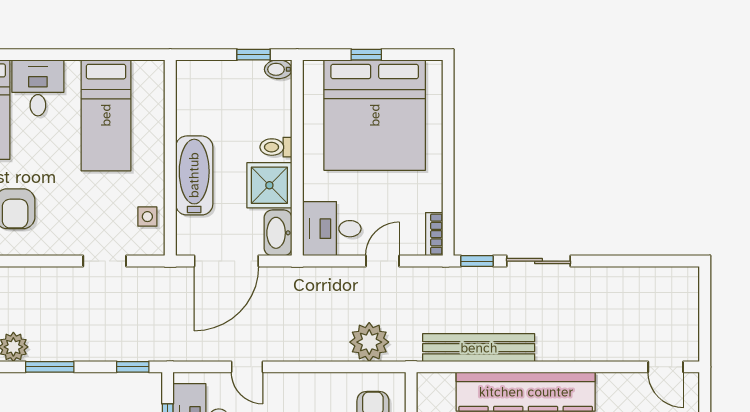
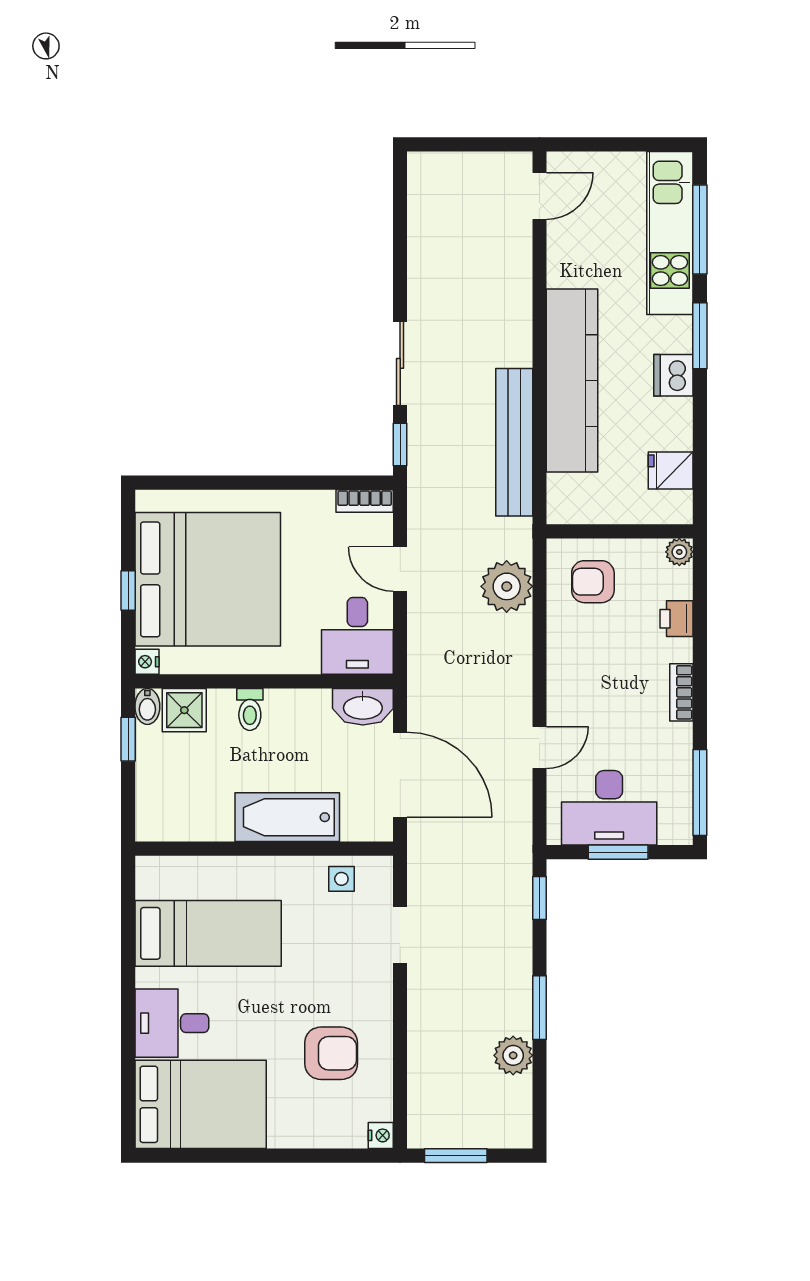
nightstand: (312, 69) -> (147, 662), added
shower: (269, 185) -> (184, 710), moved, width x0.73, depth x0.73

